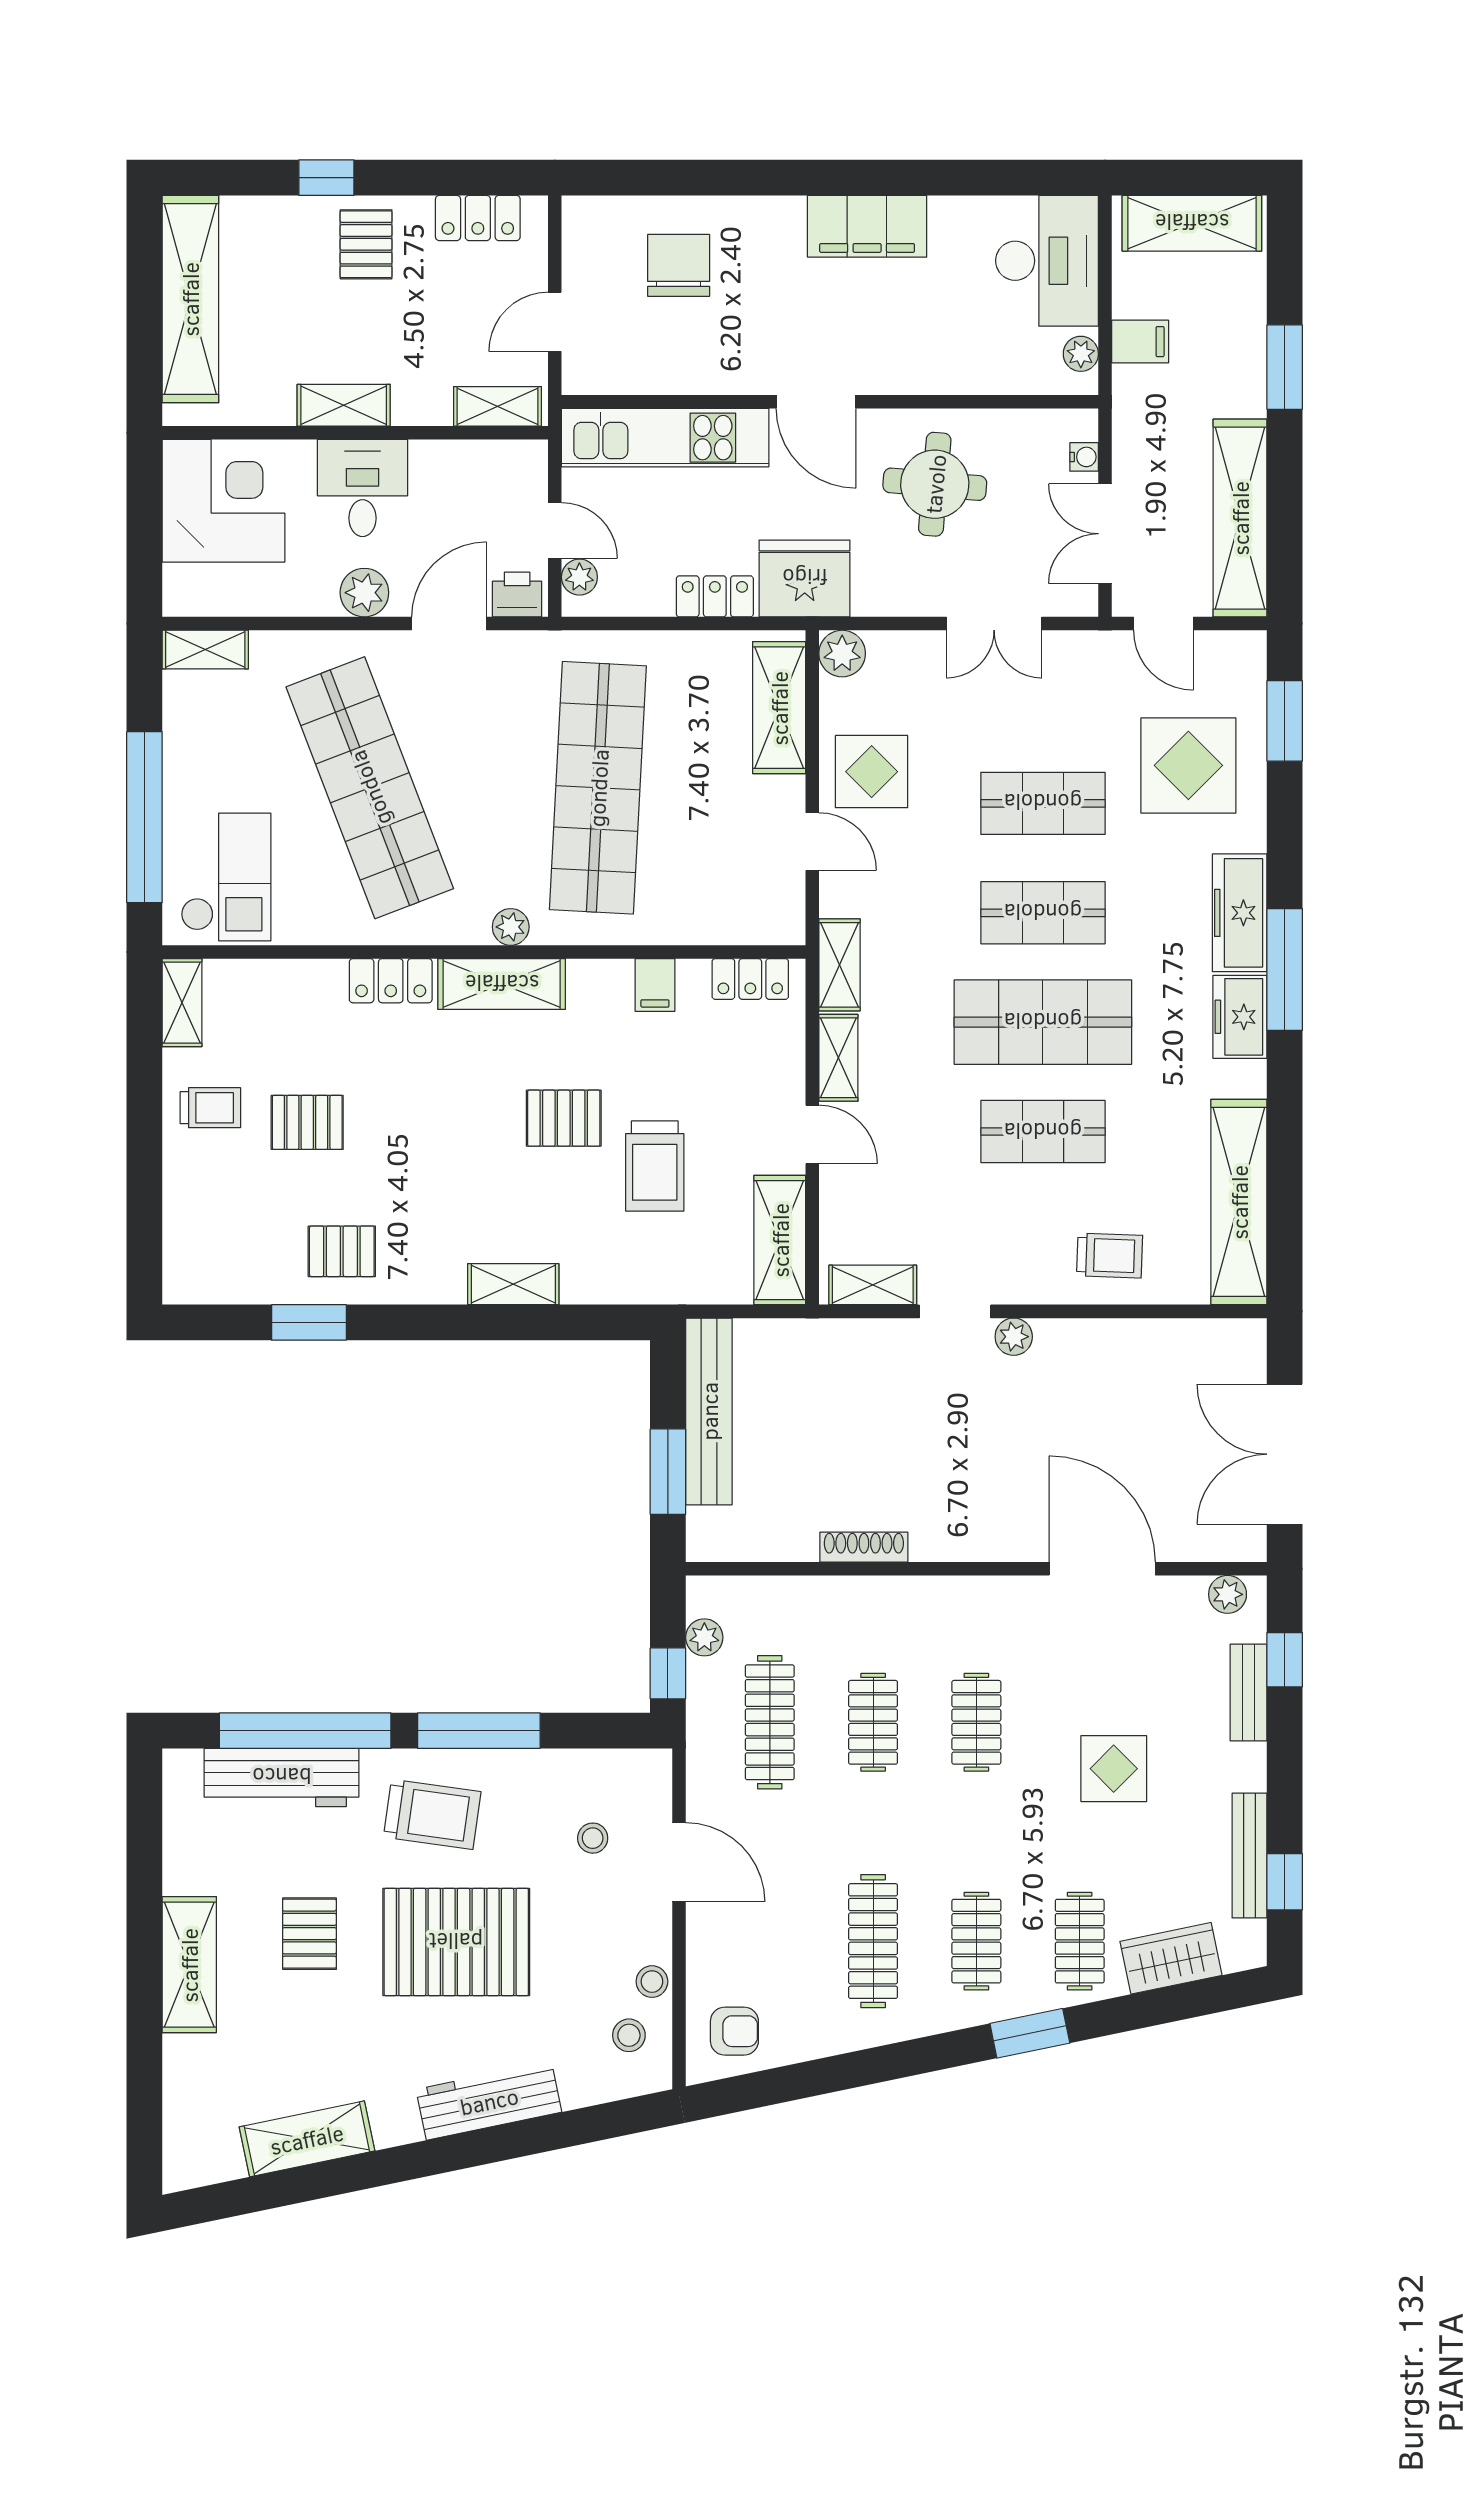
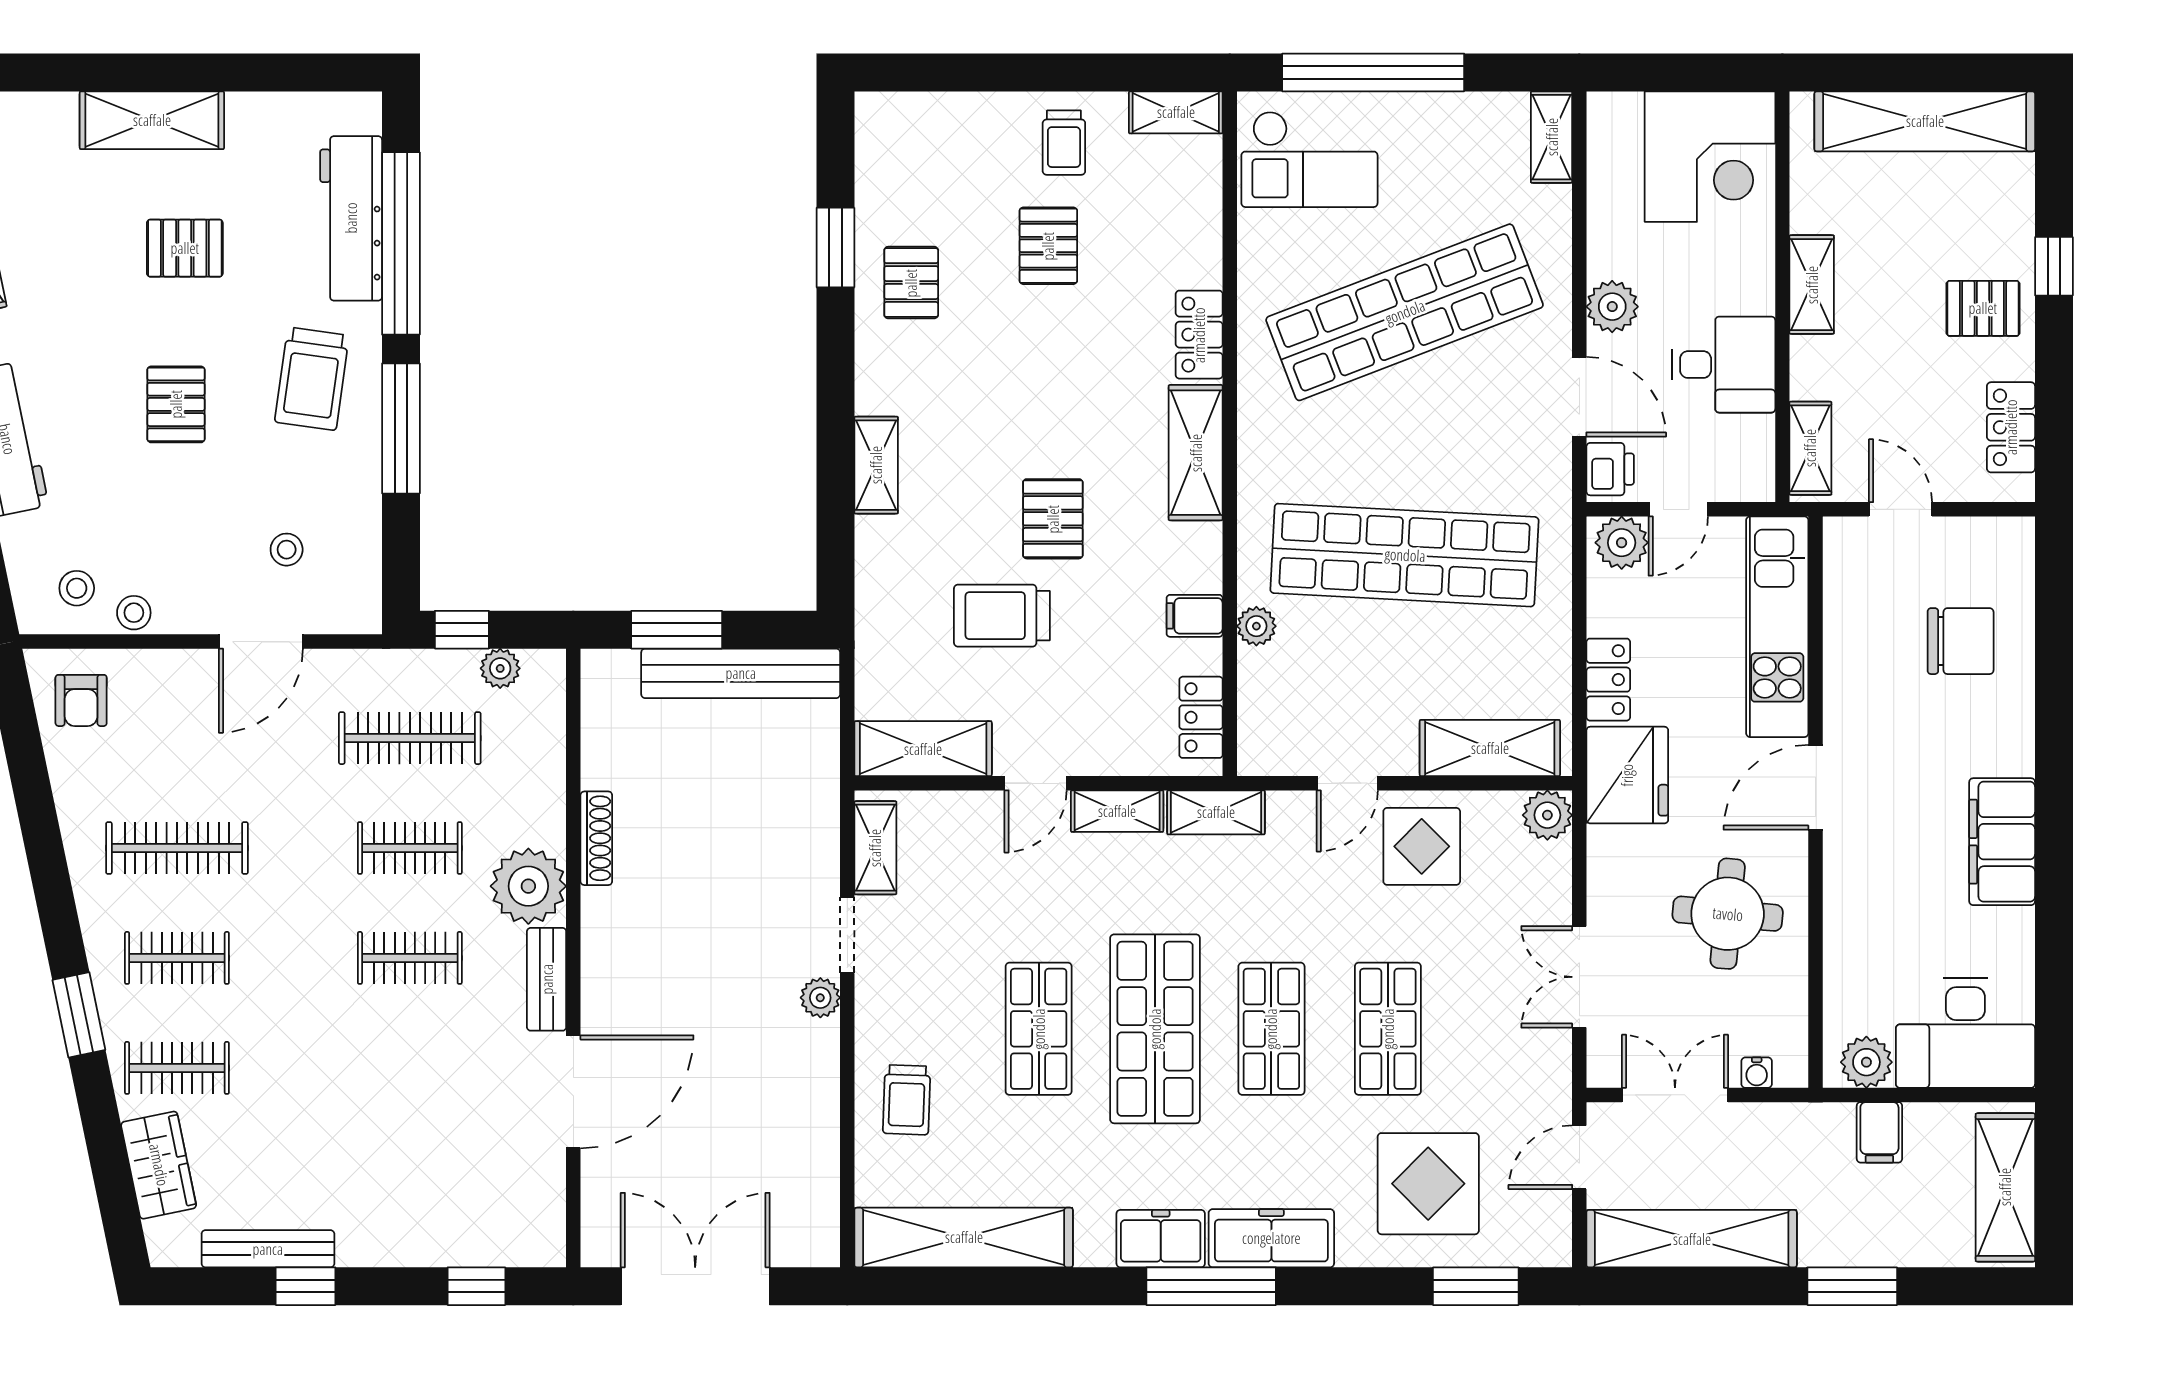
plant: (1081, 354) -> (1866, 1062), width x1.38, depth x1.38
desk: (363, 488) -> (1724, 365), moved
plant: (579, 577) -> (1622, 543), width x1.38, depth x1.38
plant: (511, 927) -> (1256, 626), moved
plant: (1228, 1594) -> (528, 886), moved, width x1.88, depth x1.88
bench: (1249, 1693) -> (547, 979), moved, turned 90
display table: (1114, 1769) -> (361, 1104), removed
window: (1285, 1882) -> (306, 1286), moved
pallet: (456, 1942) -> (176, 404), width x0.49, depth x0.50

